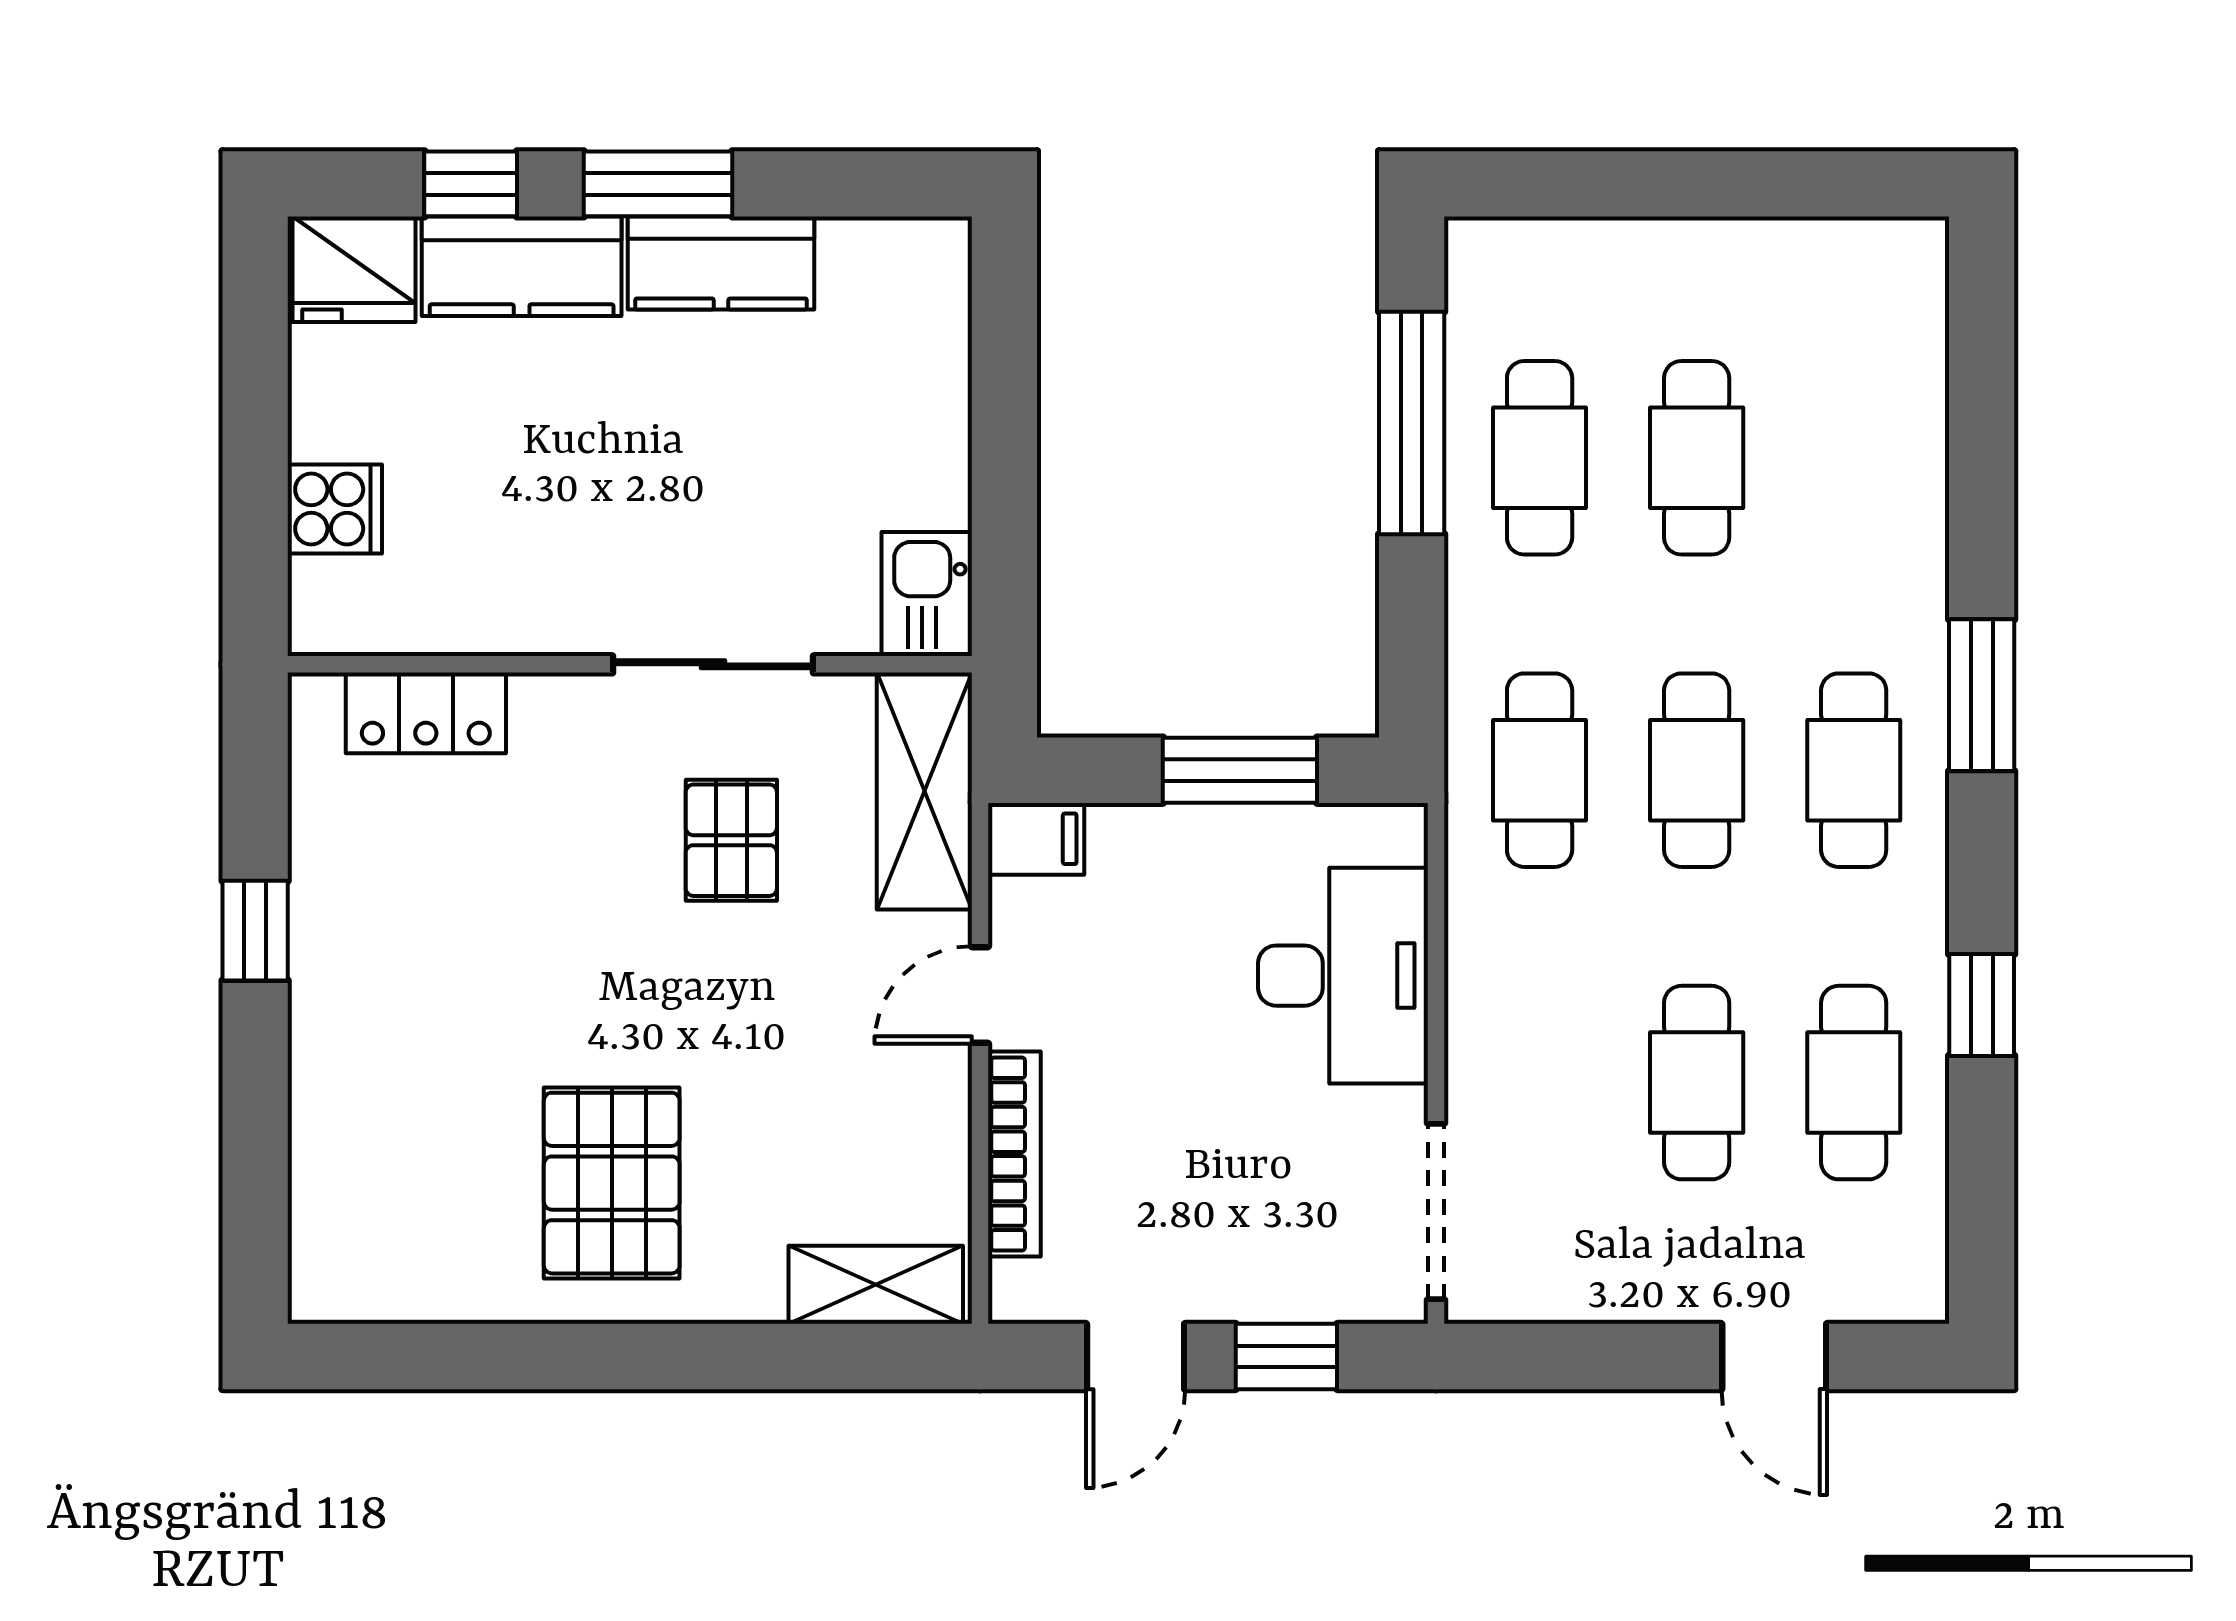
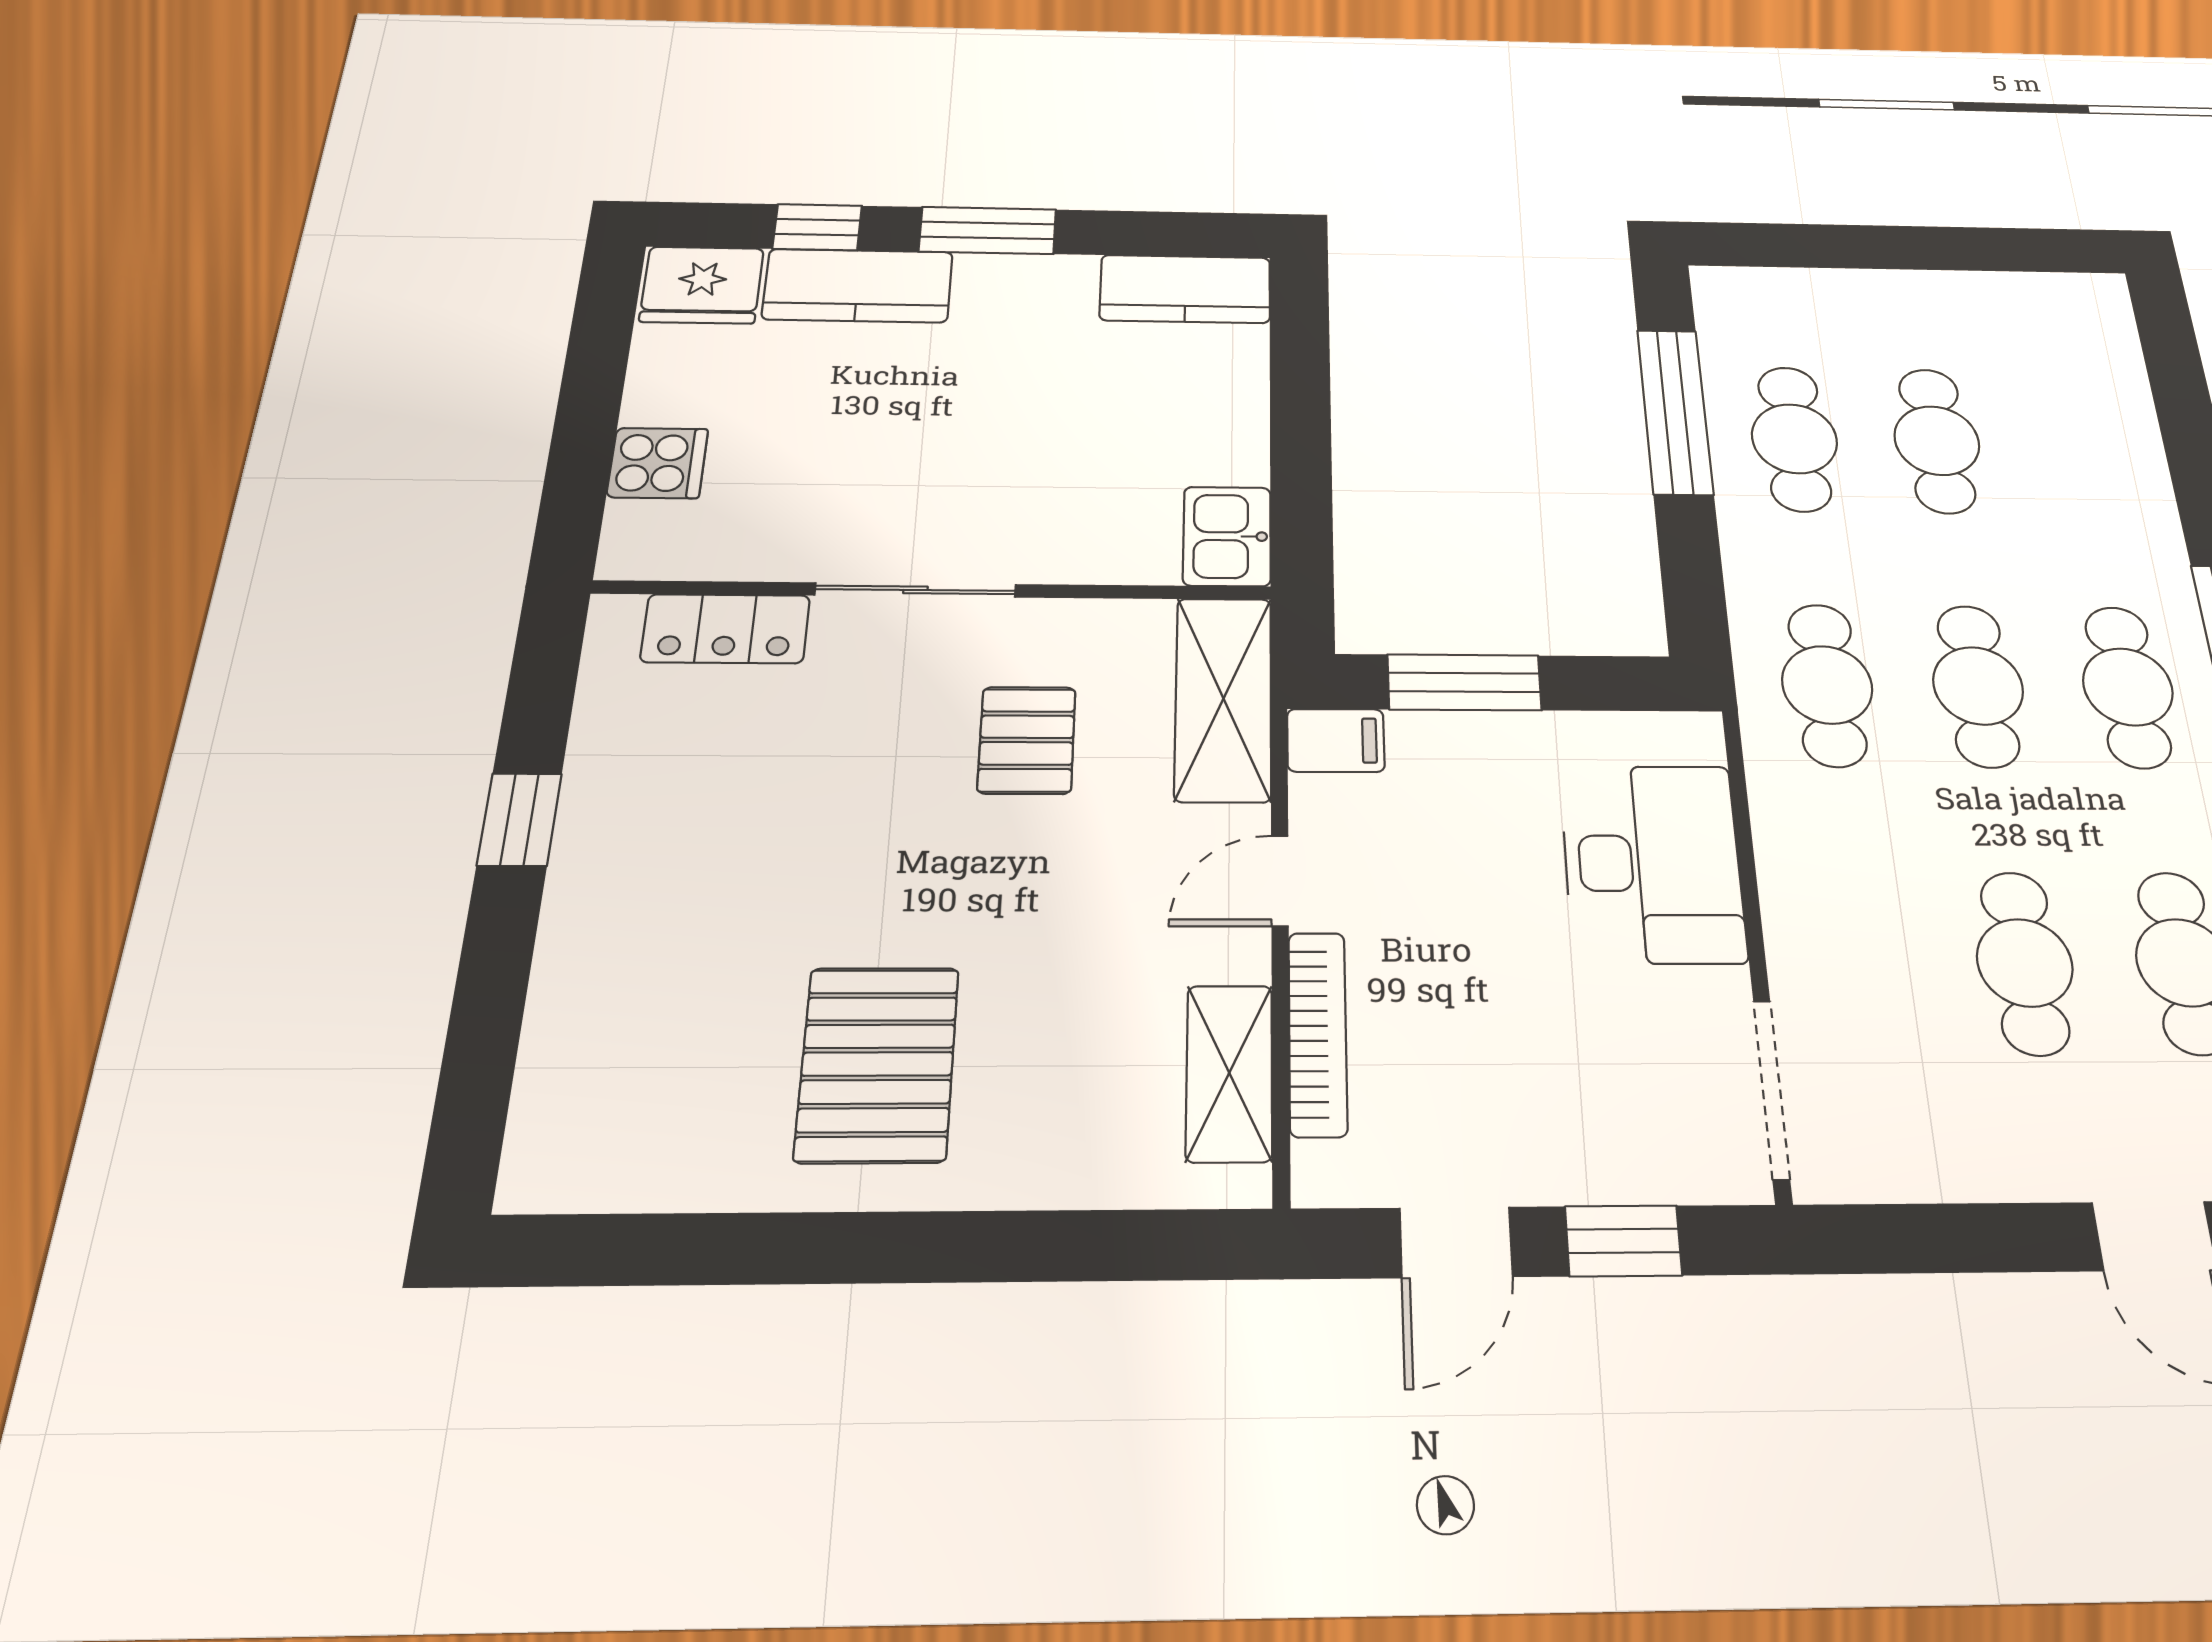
kitchen counter: (721, 263) -> (1185, 289), moved
sliding door: (713, 664) -> (915, 590), moved
window: (1240, 770) -> (1464, 682), moved
shelving: (876, 1285) -> (1229, 1073), moved, turned 90

